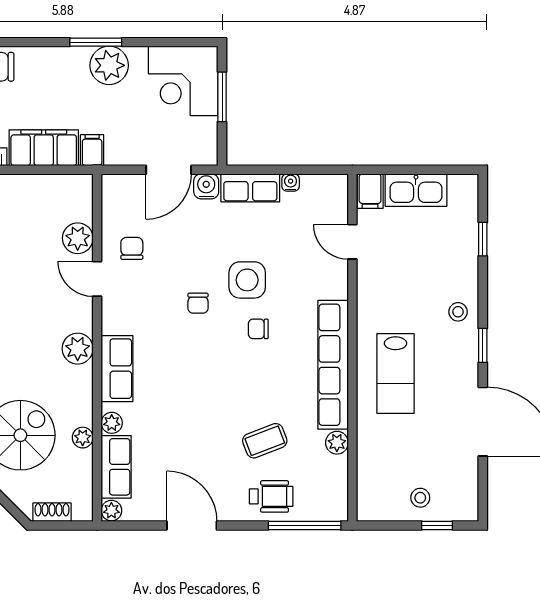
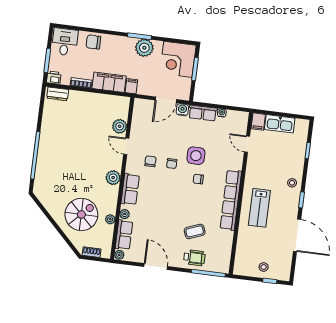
chair: (132, 248) -> (150, 161), moved
plant: (337, 443) -> (228, 237), removed

